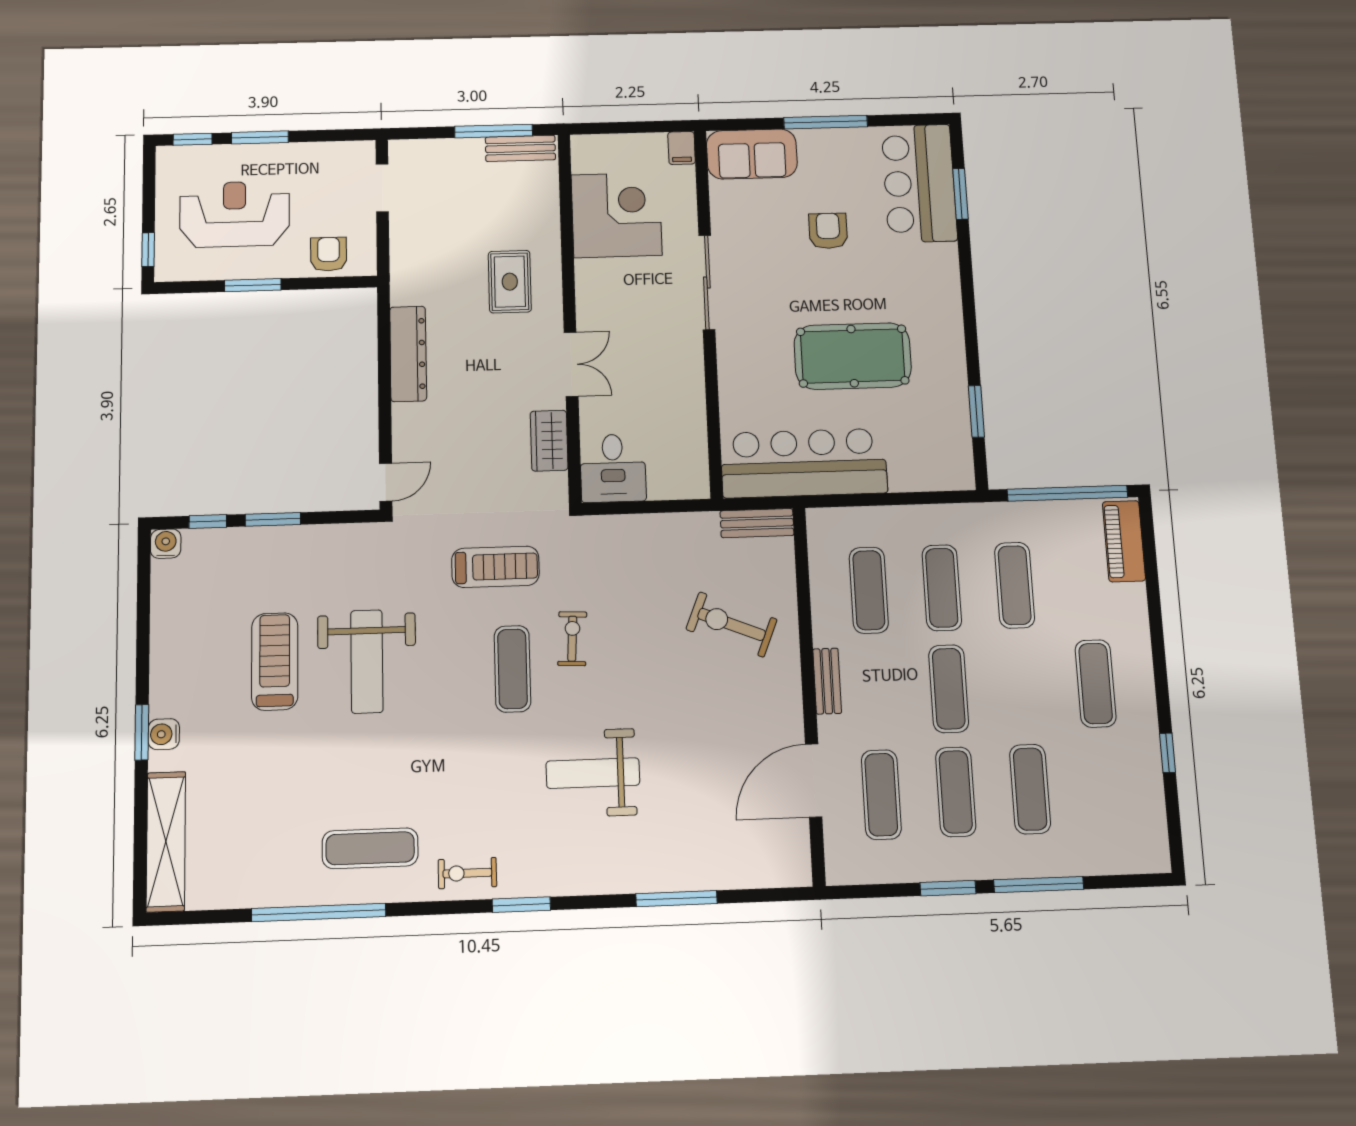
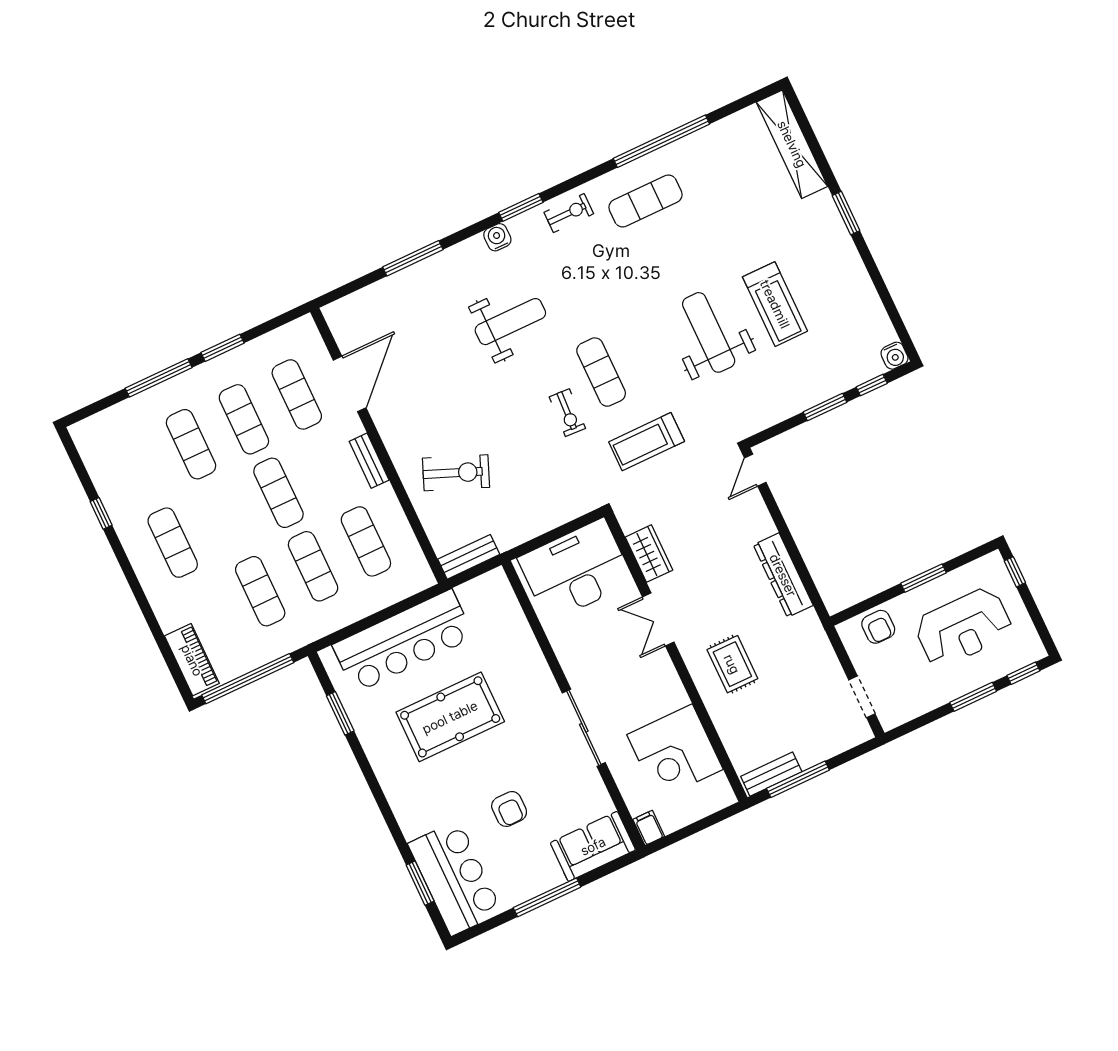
bar counter: (804, 463) -> (403, 641), moved
desk: (613, 468) -> (576, 570), width x1.87, depth x1.30
water cooler: (164, 734) -> (497, 237), moved, turned -90

